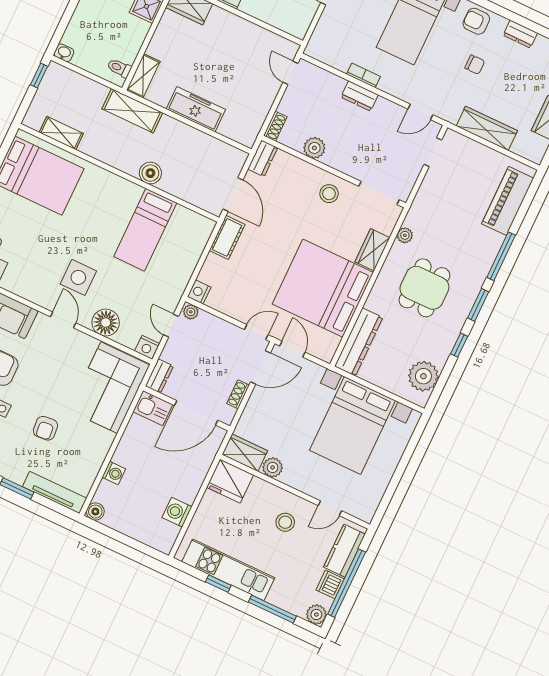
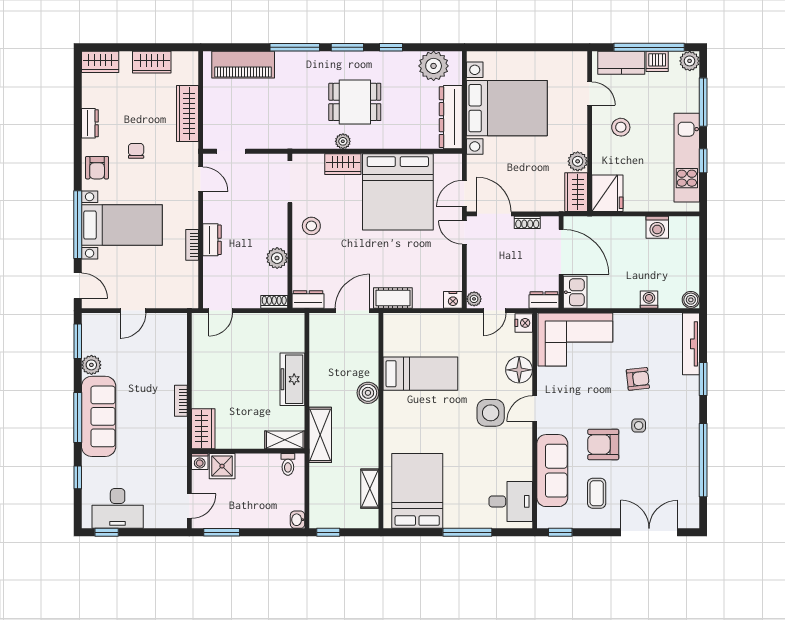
plant: (405, 235) -> (343, 141), moved
dresser: (359, 342) -> (451, 117), moved, turned -90

